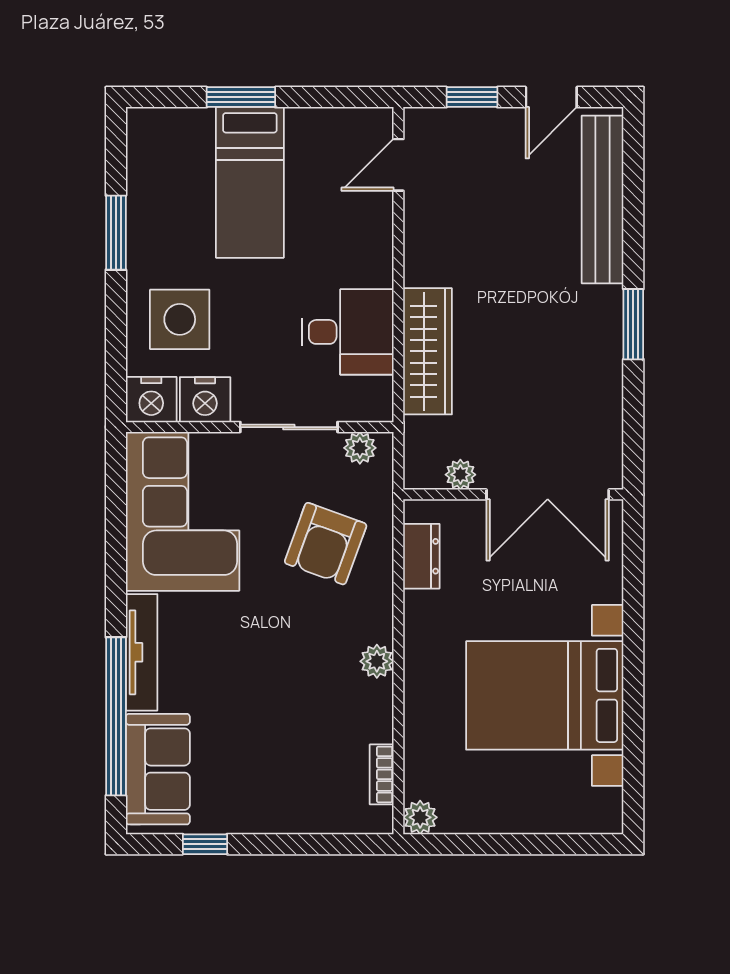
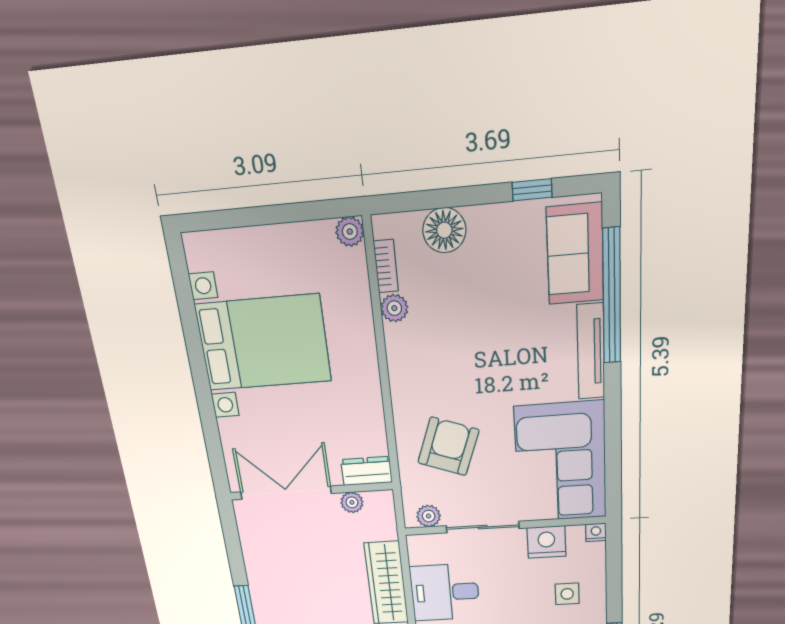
side table: (180, 319) -> (567, 594), width x0.54, depth x0.54
nightstand: (151, 400) -> (596, 532), width x0.53, depth x0.56
dresser: (421, 556) -> (367, 471), moved, turned 90
plant: (377, 661) -> (394, 308), moved
floor lamp: (309, 809) -> (444, 230), added

